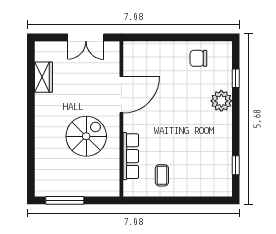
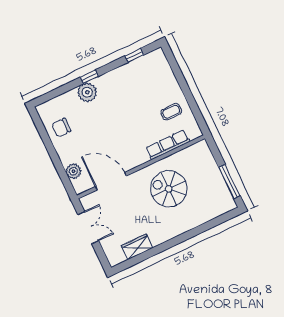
plant: (149, 49) -> (73, 171), added
chair: (198, 58) -> (61, 128), turned 90
window: (236, 78) -> (89, 77), moved
door: (121, 95) -> (111, 181), moved

